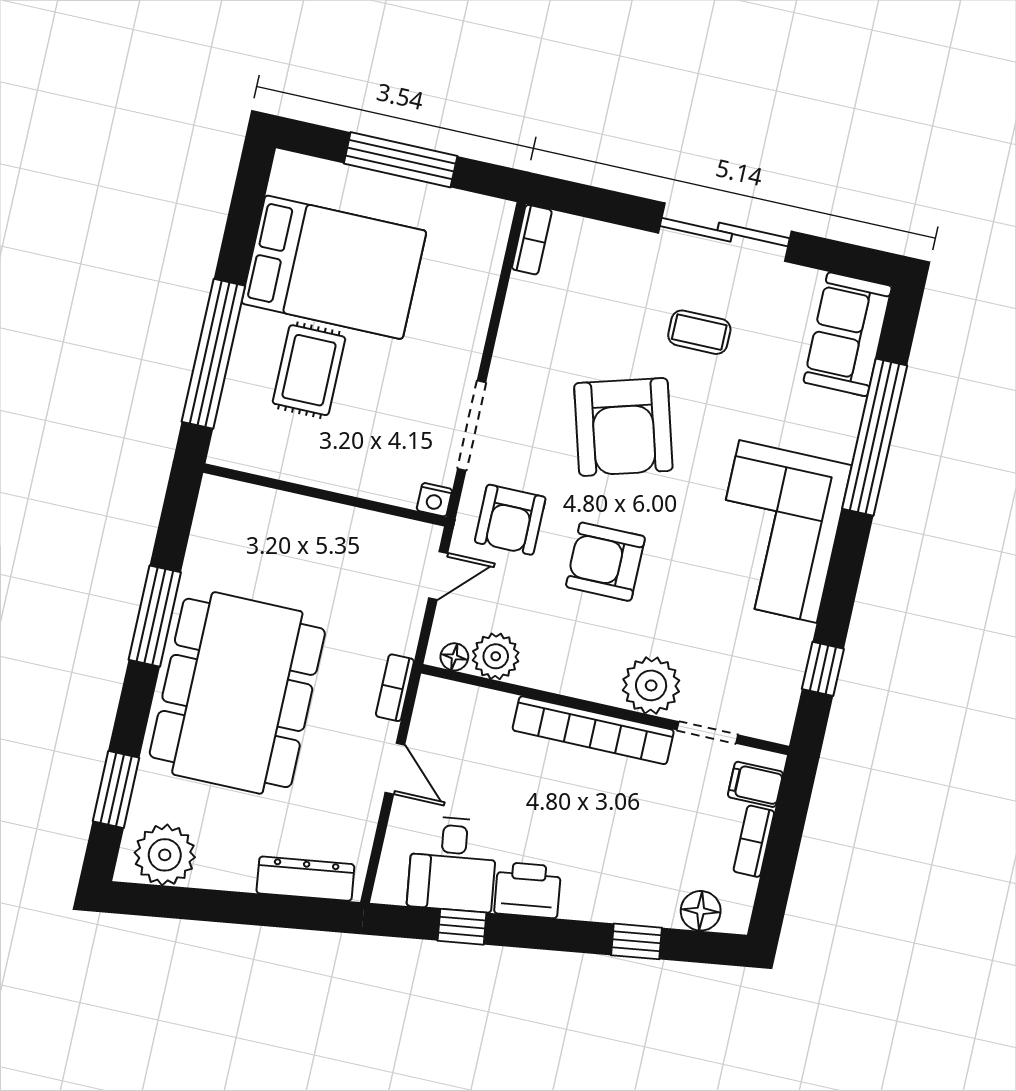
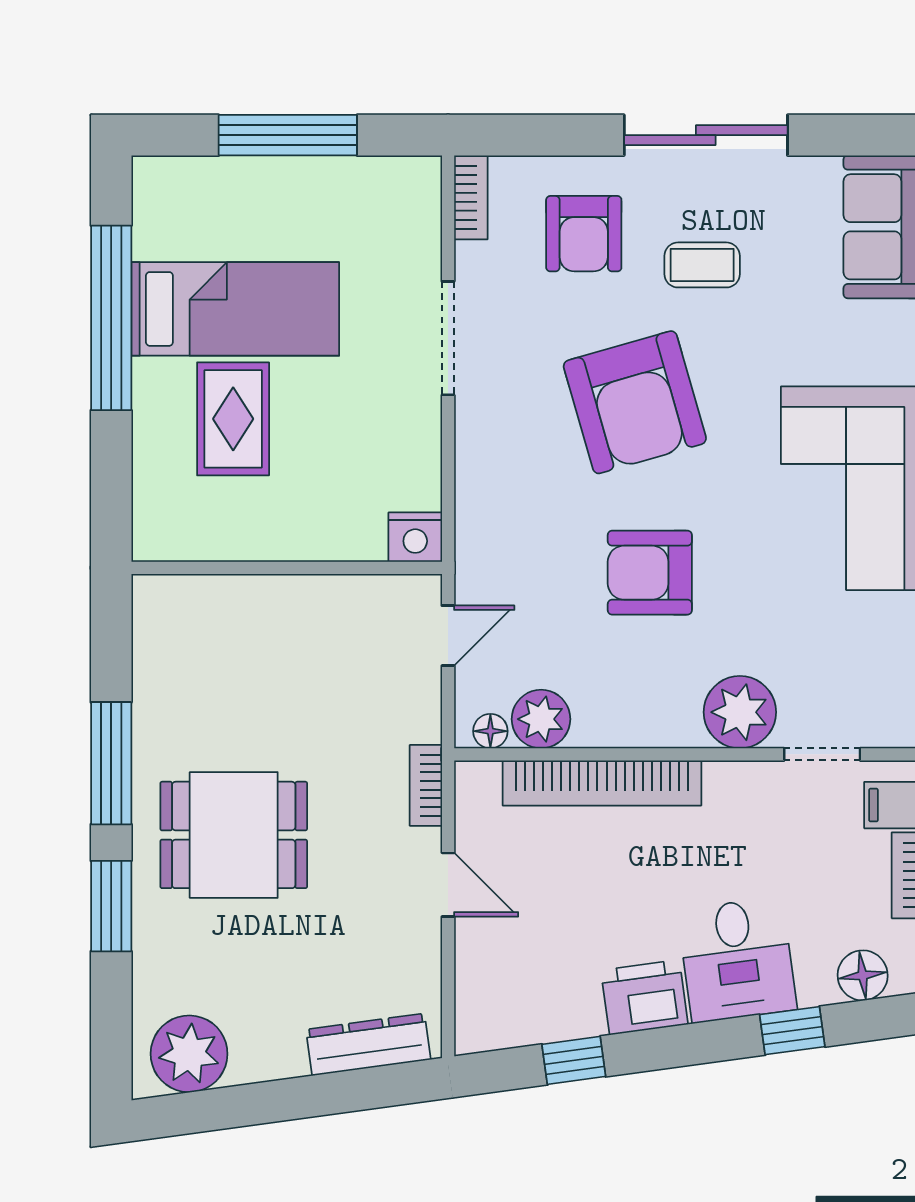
bed: (334, 267) -> (235, 309), width x0.67
window: (213, 354) -> (111, 318), moved
doorway: (472, 425) -> (448, 338), moved
nightstand: (434, 500) -> (415, 537), width x1.39, depth x1.35
armchair: (510, 520) -> (584, 234), moved
dining table: (237, 693) -> (234, 835), width x0.53, depth x0.80
bookcase: (593, 730) -> (602, 783), moved
window: (116, 790) -> (111, 906), moved
desk: (453, 864) -> (737, 960), moved

